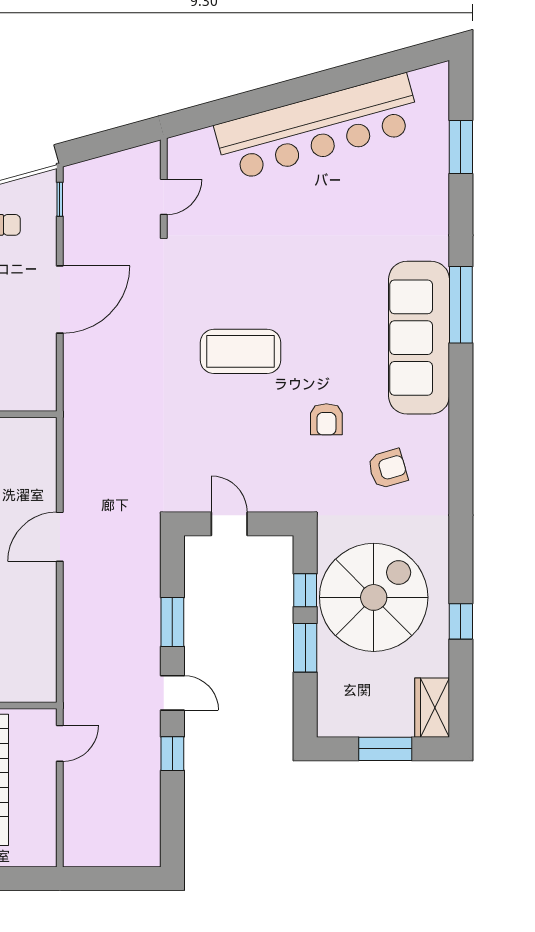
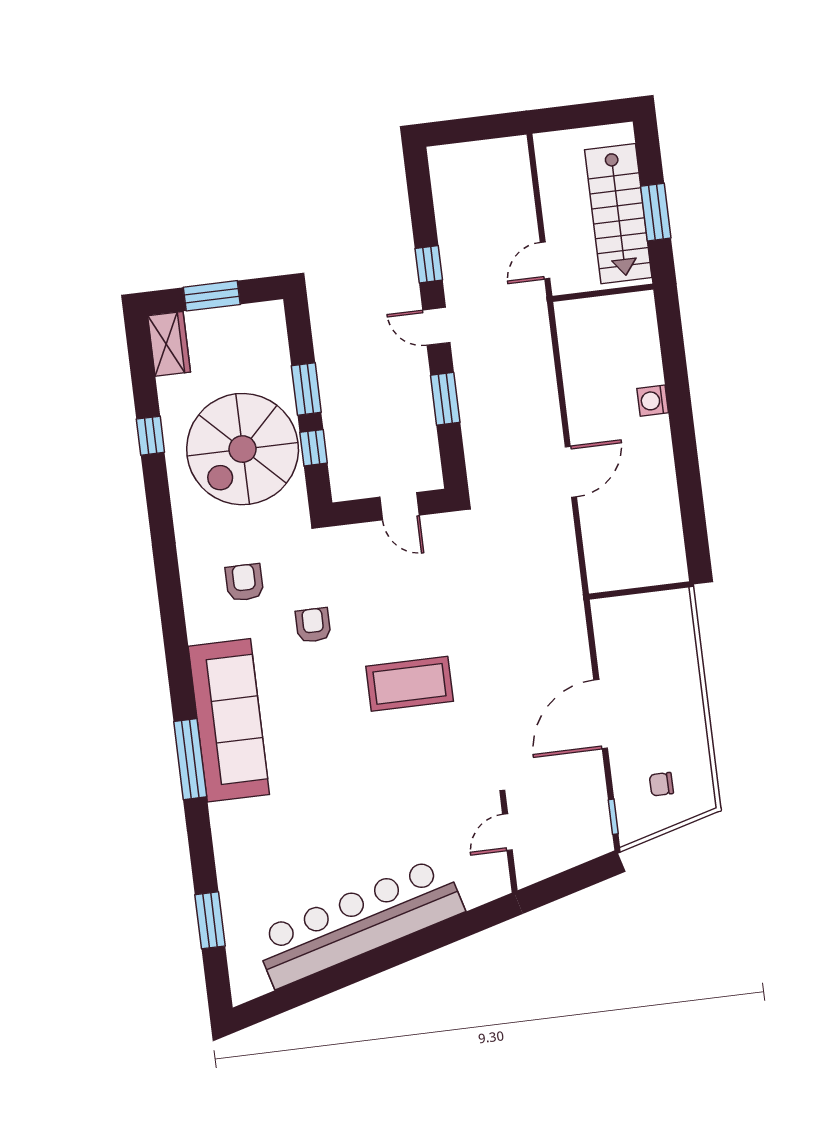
armchair: (388, 469) -> (244, 582), turned 106

